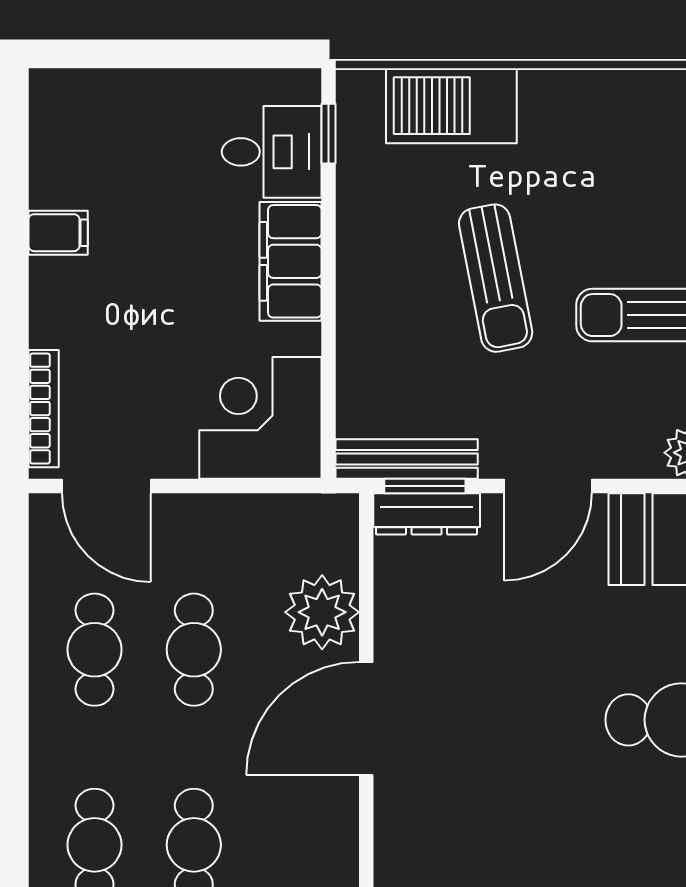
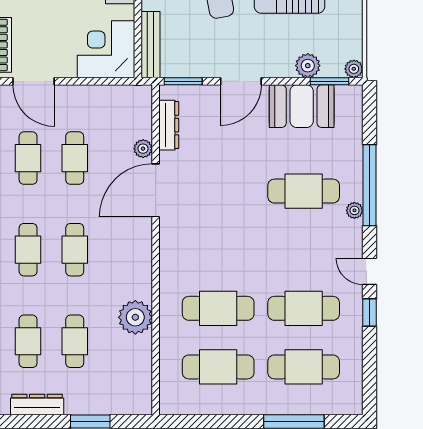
bench: (407, 459) -> (151, 45), moved, turned 90
dresser: (427, 514) -> (169, 125), moved, turned -90
plant: (322, 612) -> (143, 149), width x0.53, depth x0.53

